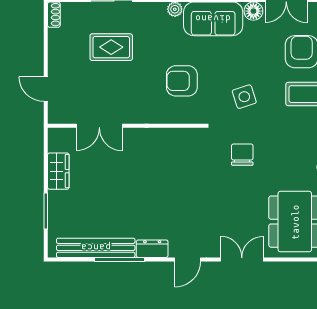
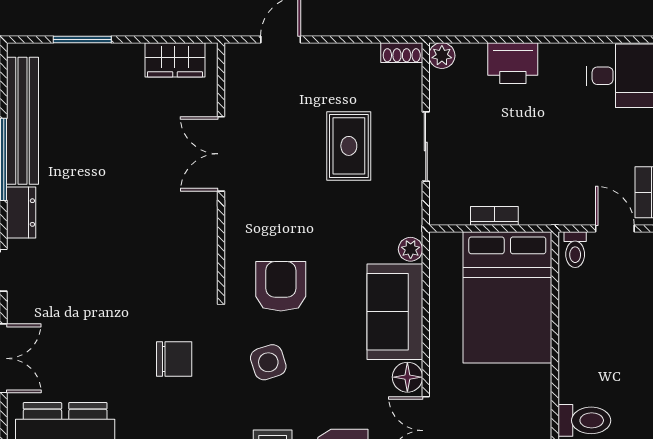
armchair: (182, 81) -> (281, 286), moved
double door: (99, 126) -> (221, 154), moved
wardrobe: (58, 171) -> (175, 60), moved

